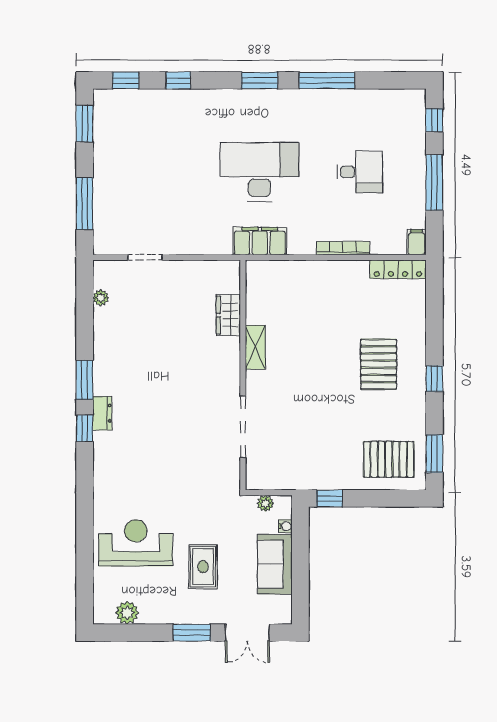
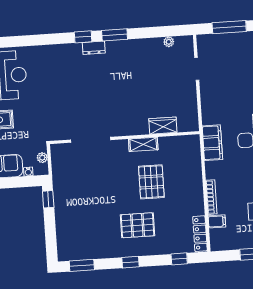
filing cabinet: (417, 242) -> (217, 221), moved
window: (434, 304) -> (179, 259), added
pallet: (389, 459) -> (151, 182), moved

